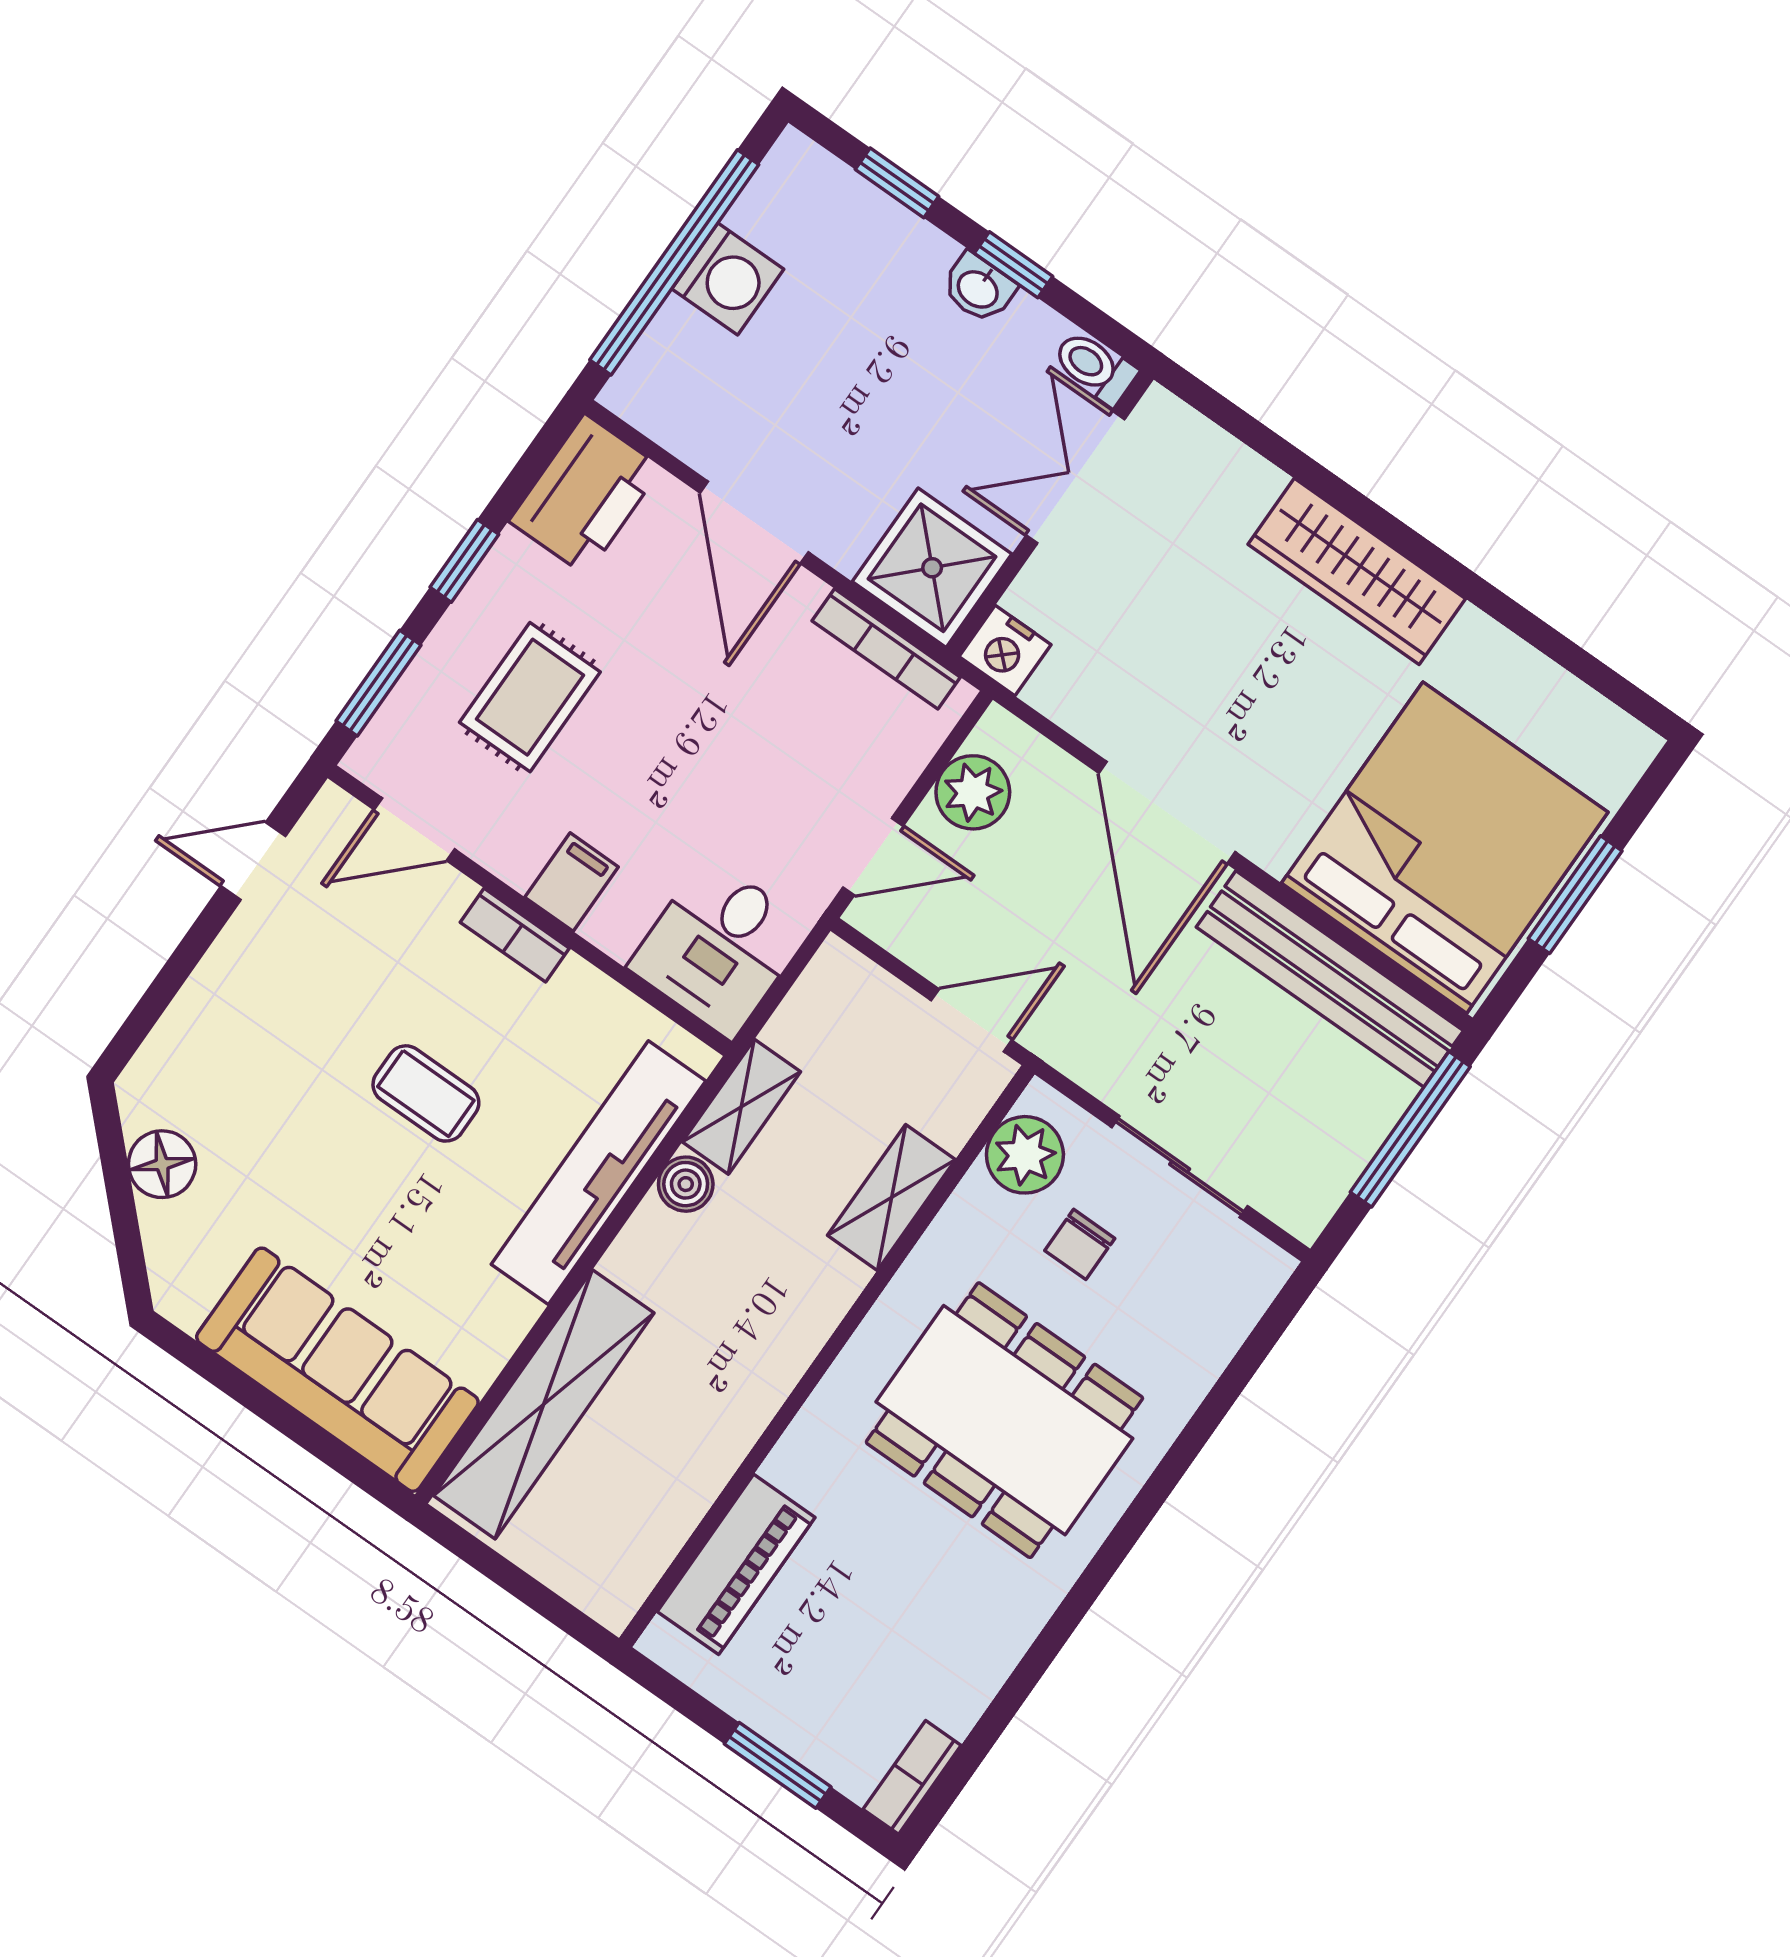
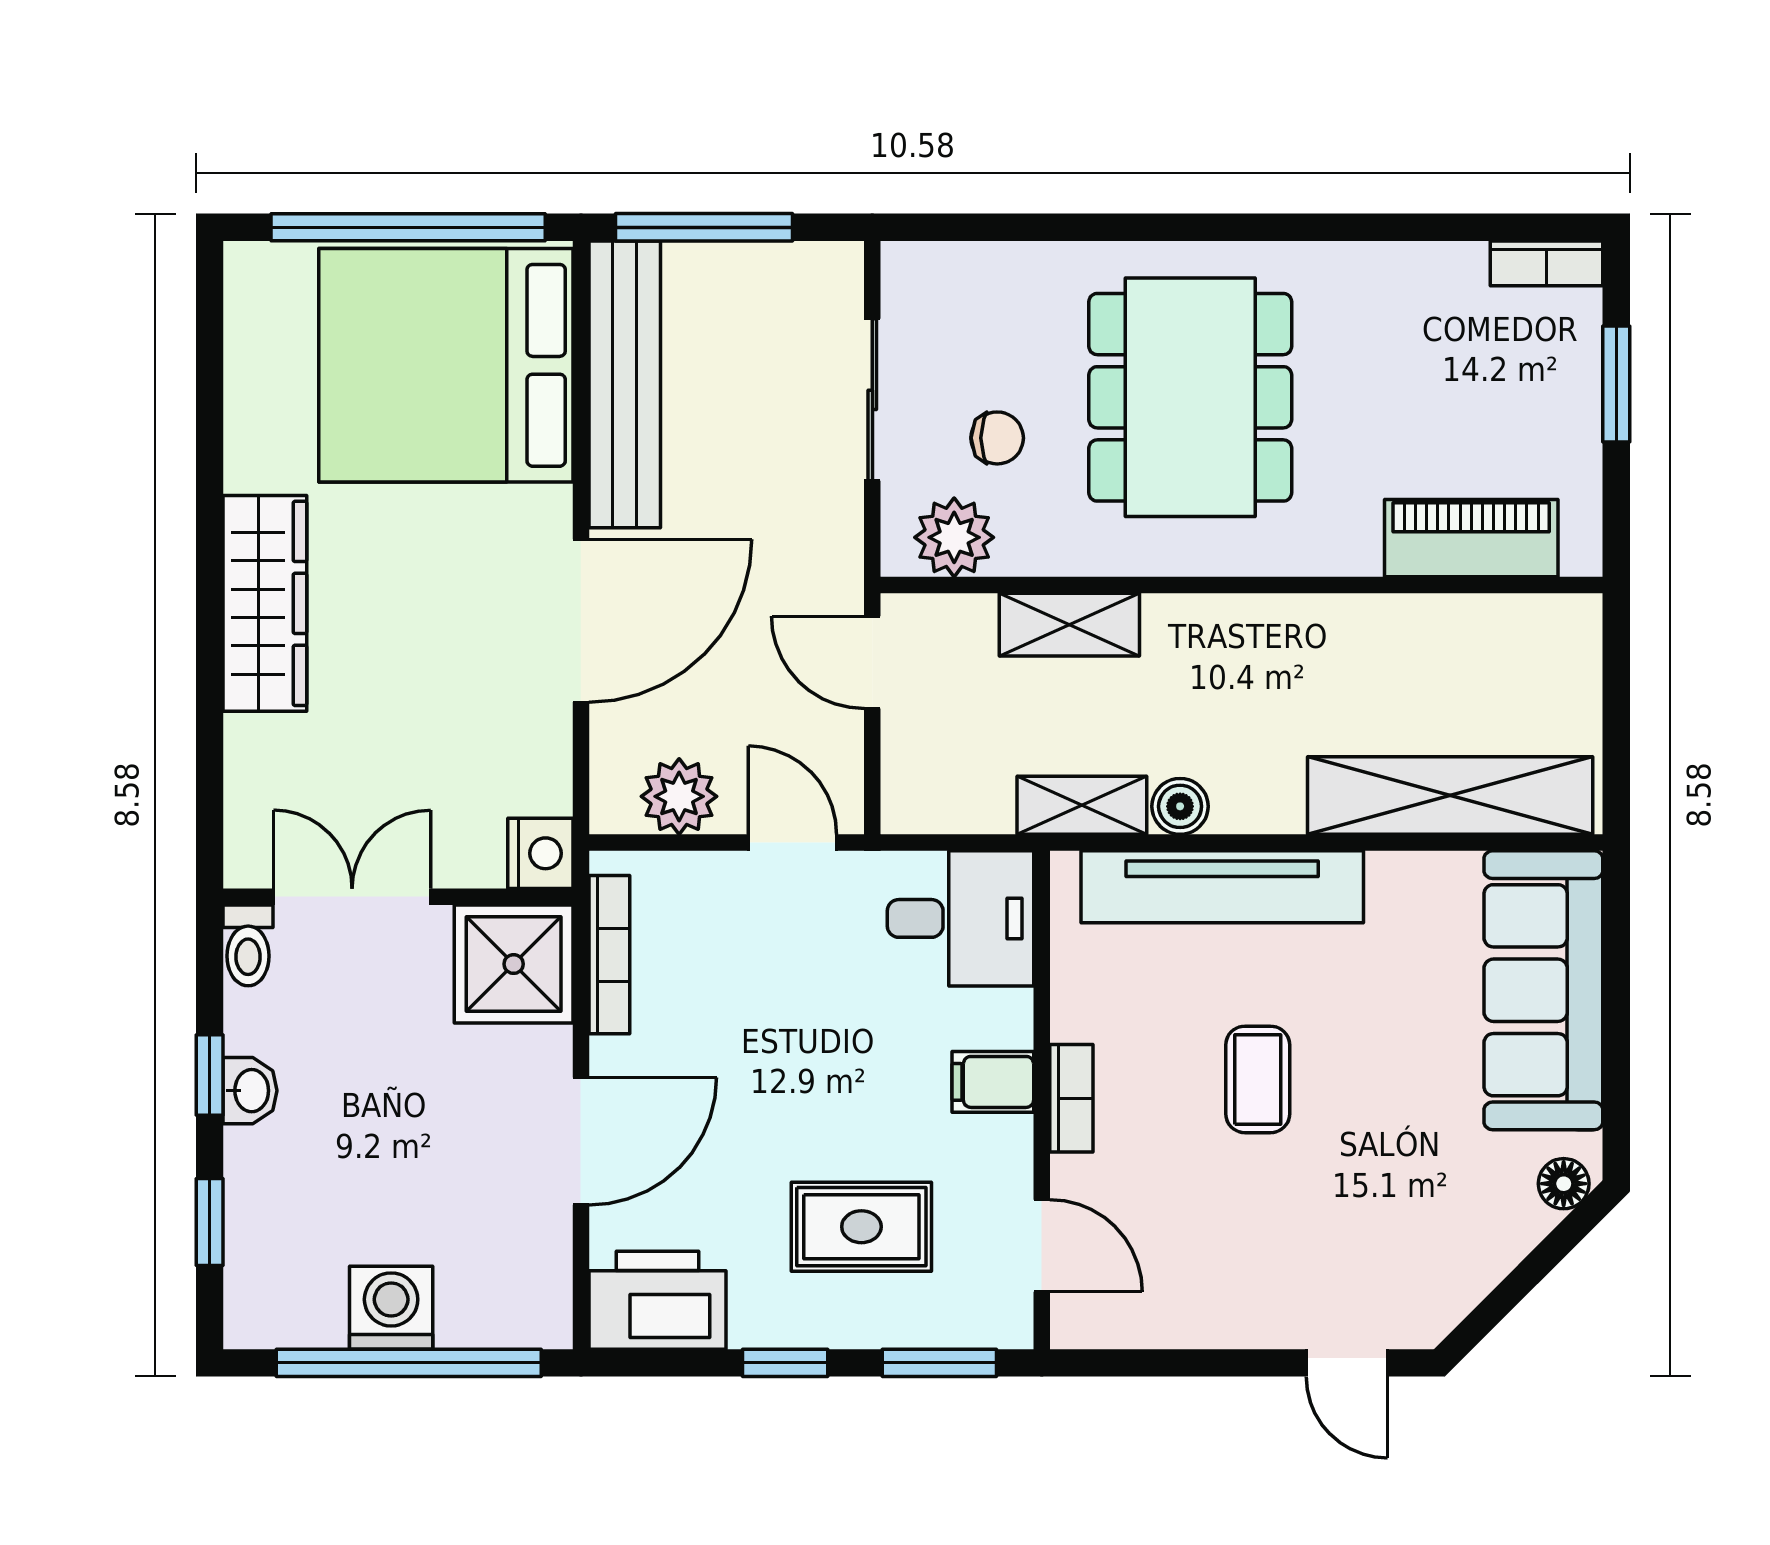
double door: (1075, 477) -> (352, 897), swing flipped
door: (253, 861) -> (1347, 1363), moved
window: (1575, 895) -> (408, 227), width x2.11
floor lamp: (162, 1164) -> (1564, 1184), moved, width x0.73, depth x0.73

